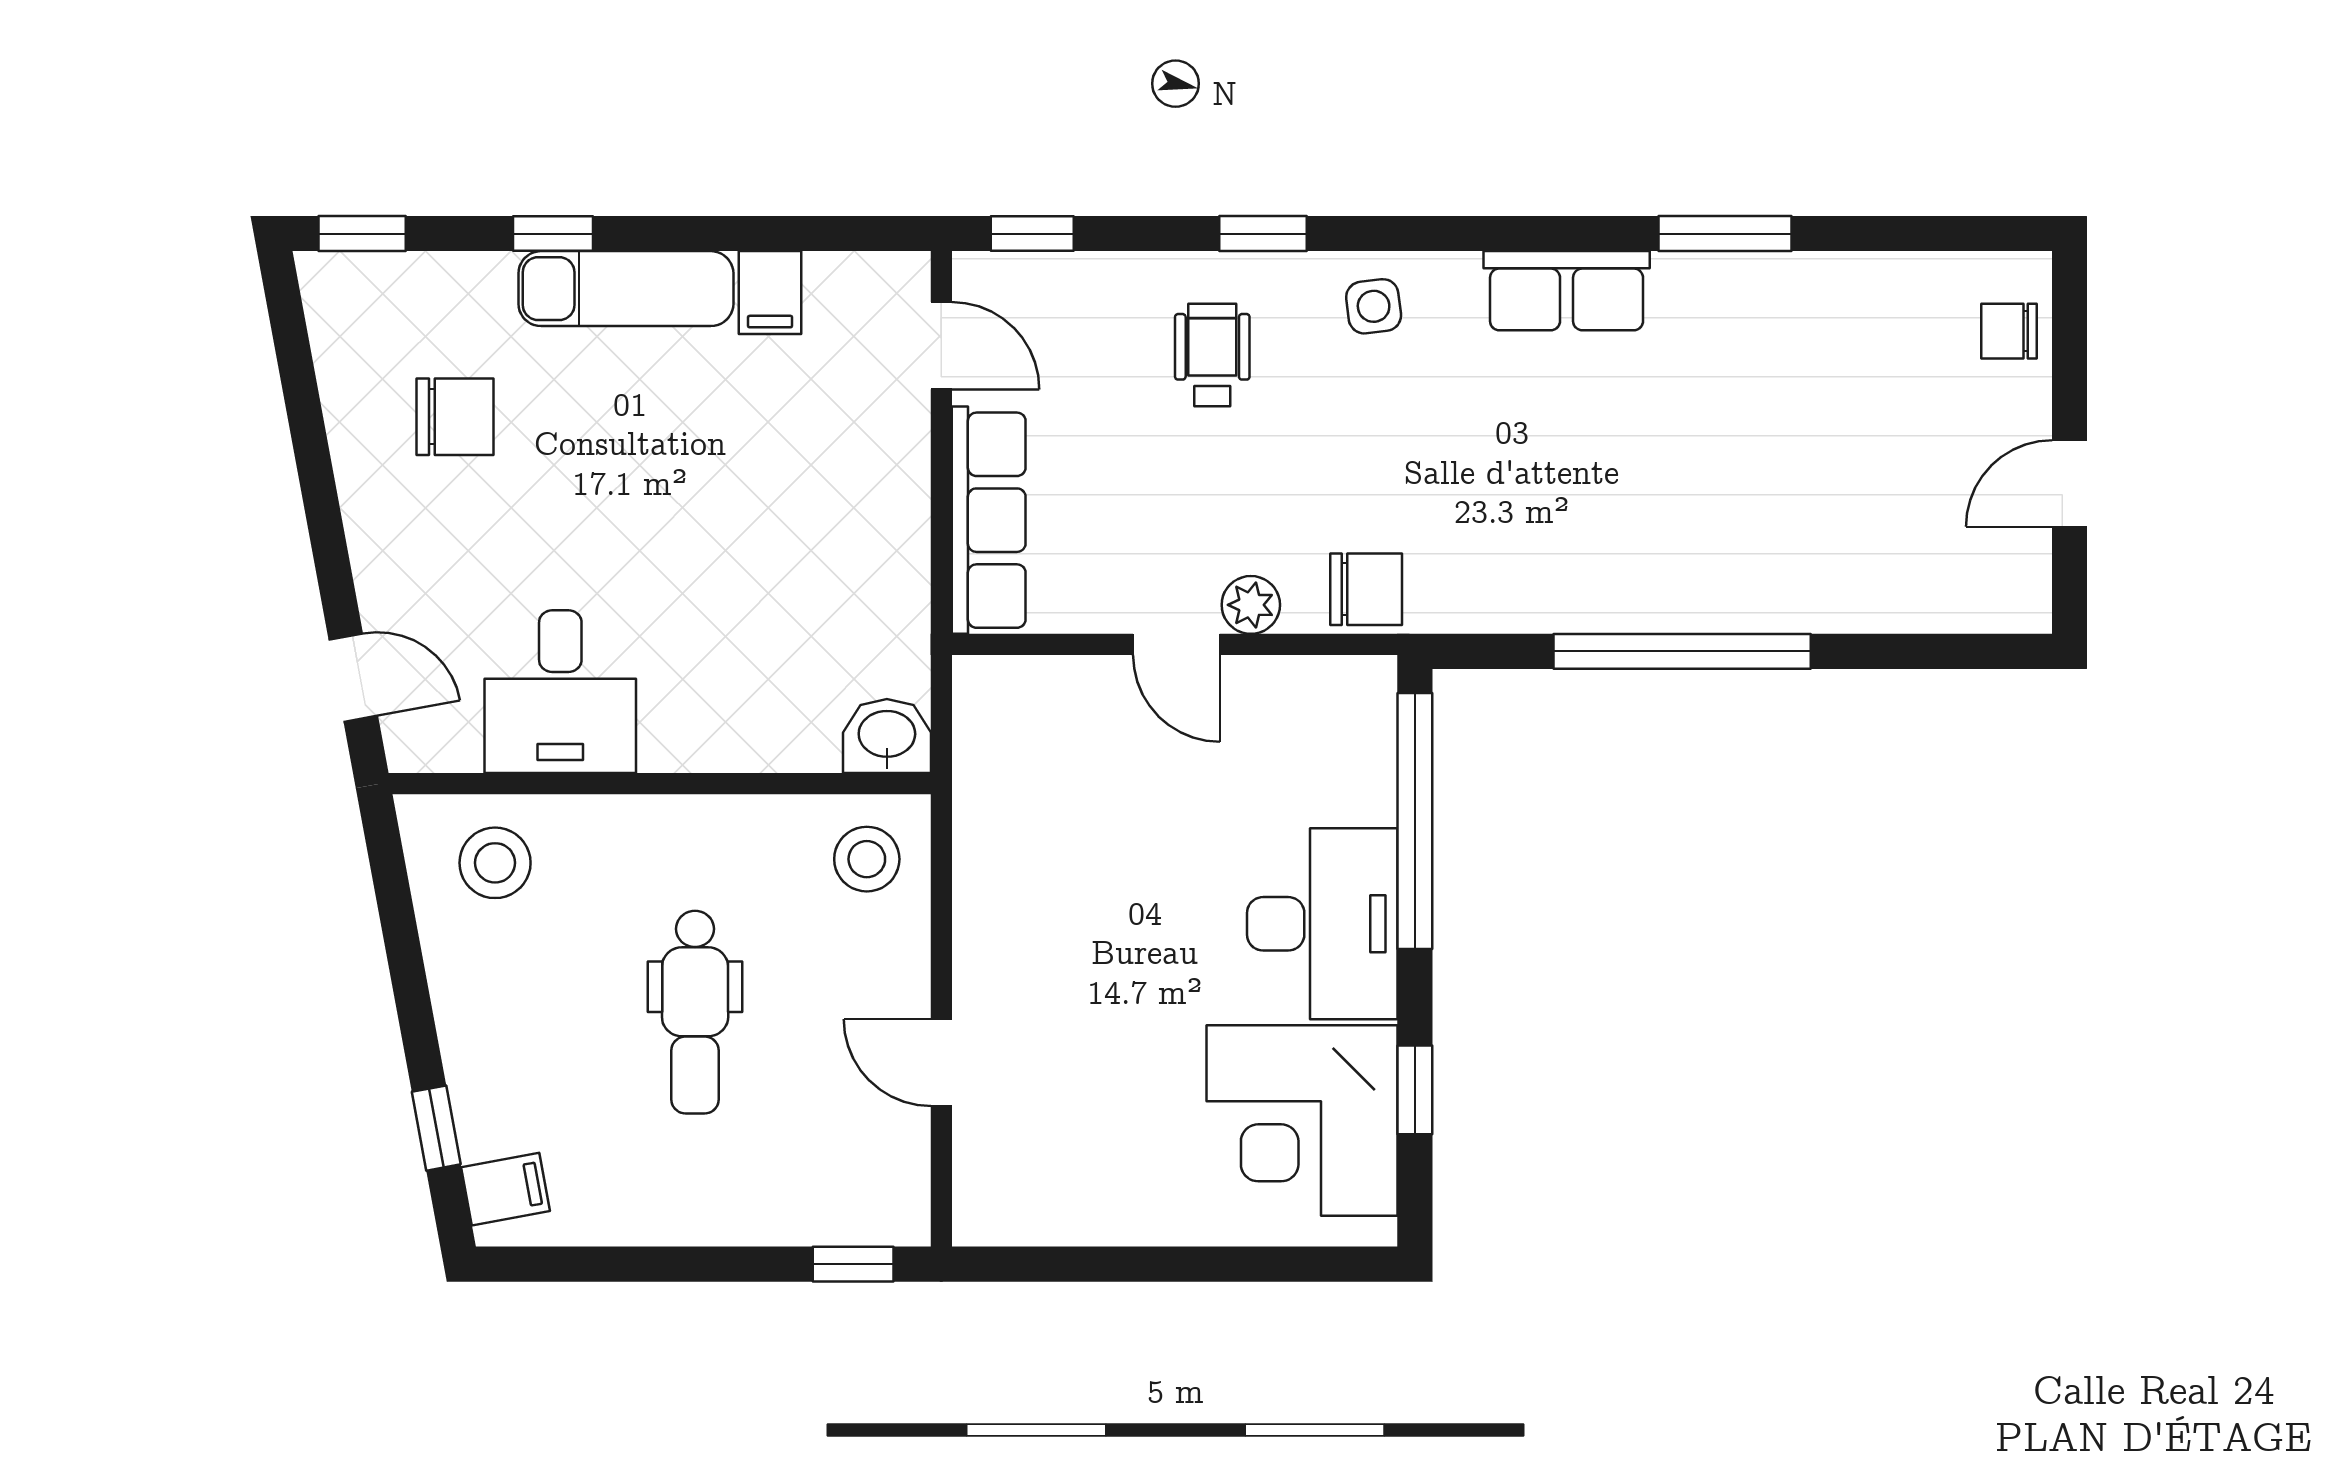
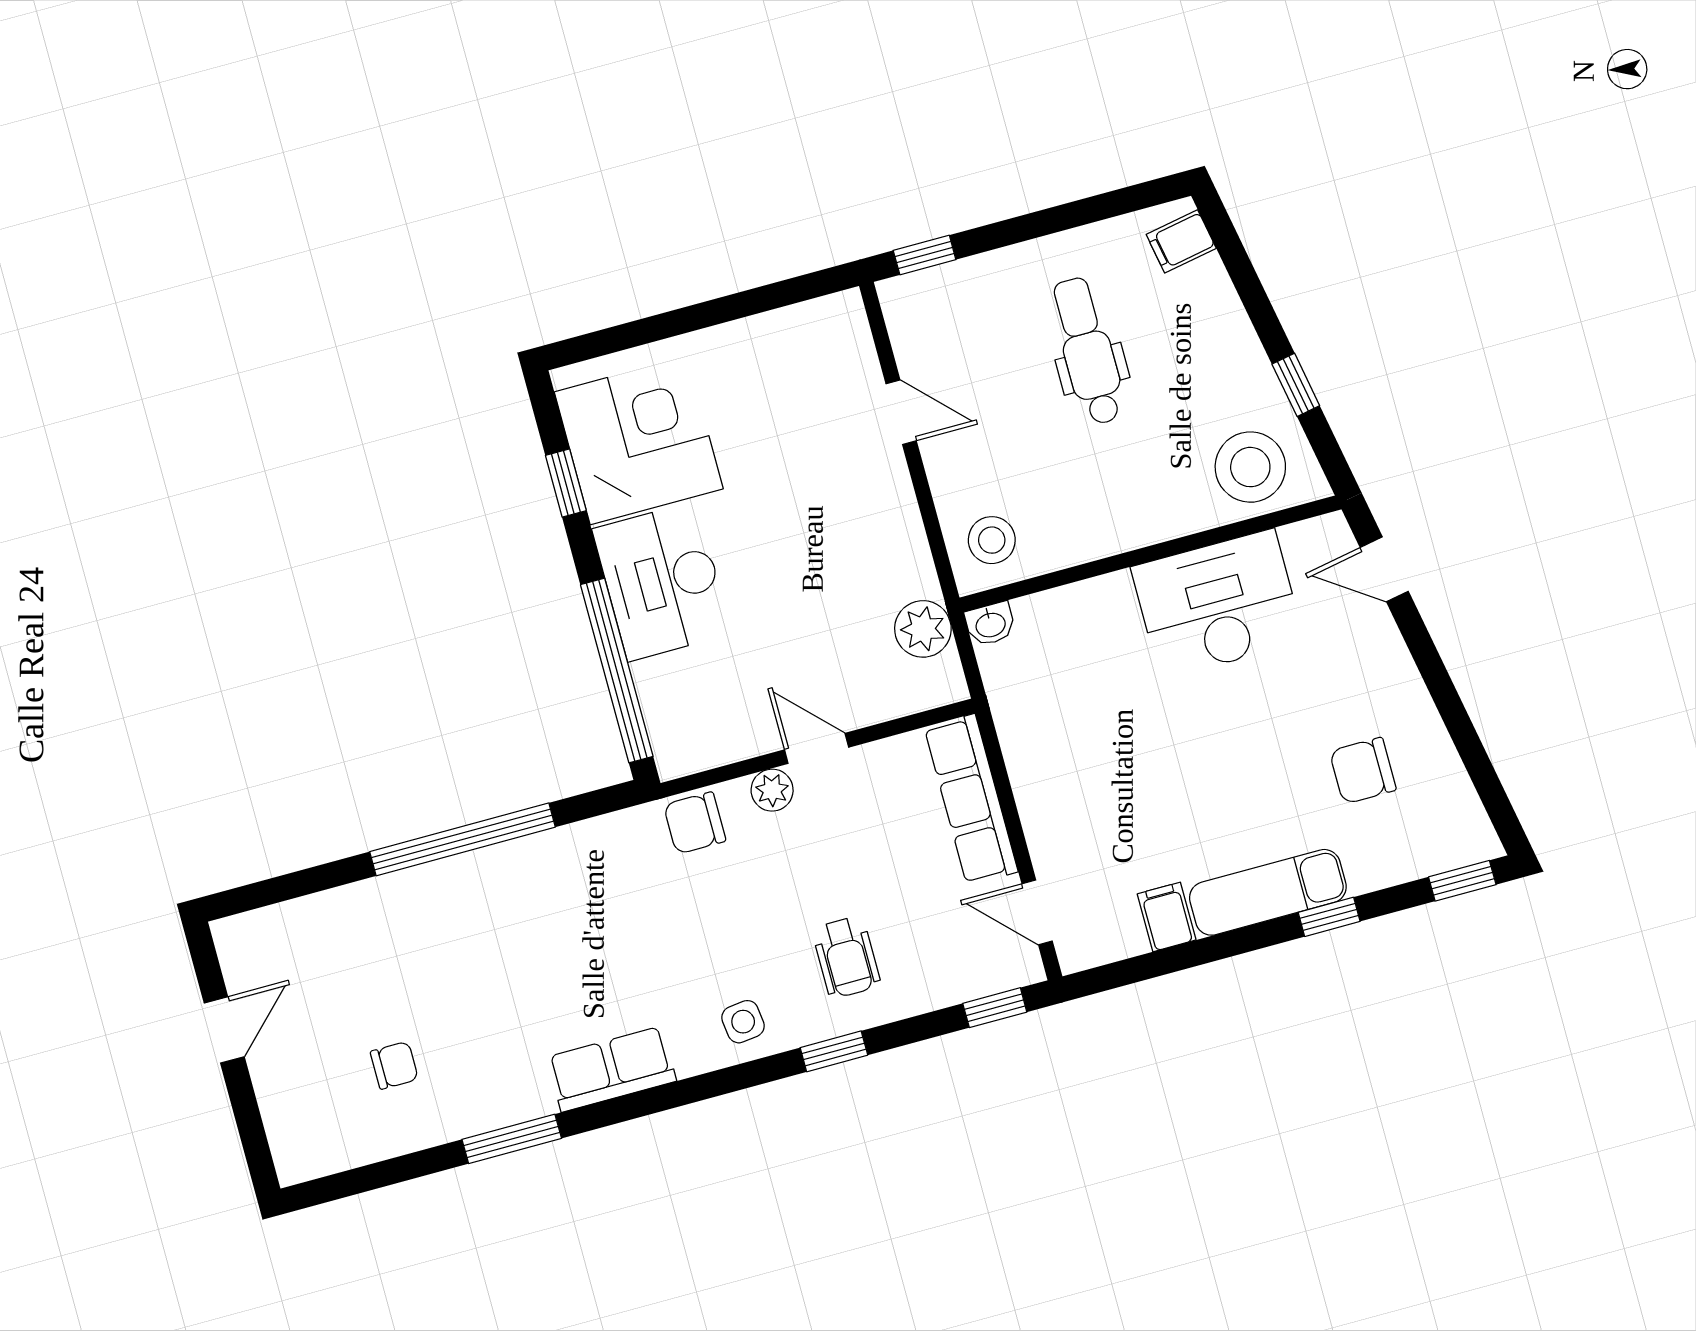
chair: (2009, 331) -> (394, 1065), moved
desk: (560, 692) -> (1218, 604), width x1.37
washbasin: (887, 736) -> (990, 624), width x0.72, depth x0.69
plant: (991, 765) -> (923, 629), added
stool: (495, 863) -> (1250, 467), width x1.38, depth x1.38
dental chair: (695, 1012) -> (1088, 351), moved
window: (436, 1128) -> (1296, 385), moved

